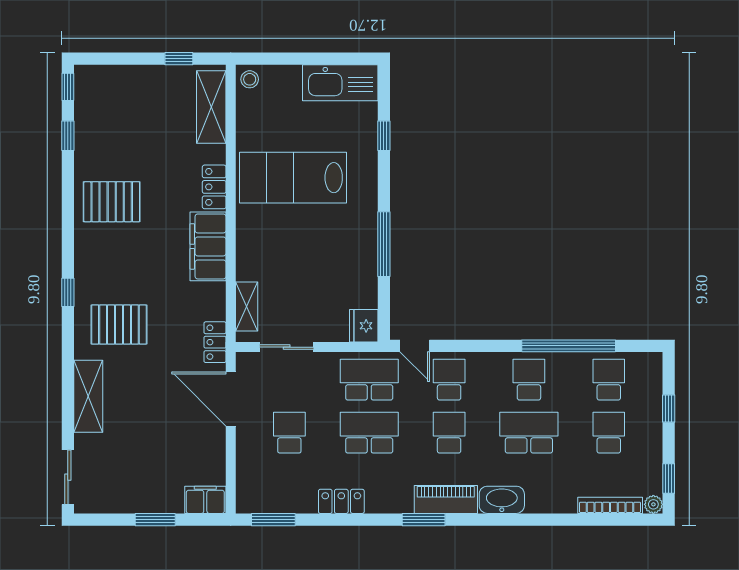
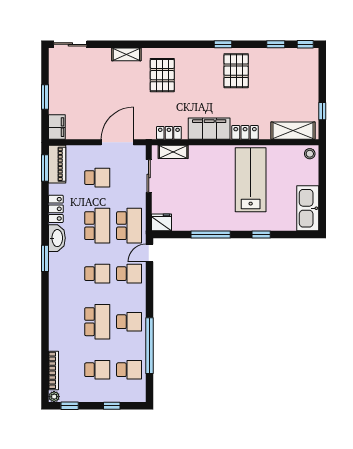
window: (384, 136) -> (261, 234), moved
window: (68, 292) -> (223, 44), moved
locker: (215, 342) -> (169, 133), moved
shelving: (88, 396) -> (126, 54), width x0.67, depth x0.75
piano: (446, 499) -> (57, 164), moved
washbasin: (502, 500) -> (57, 238), moved

